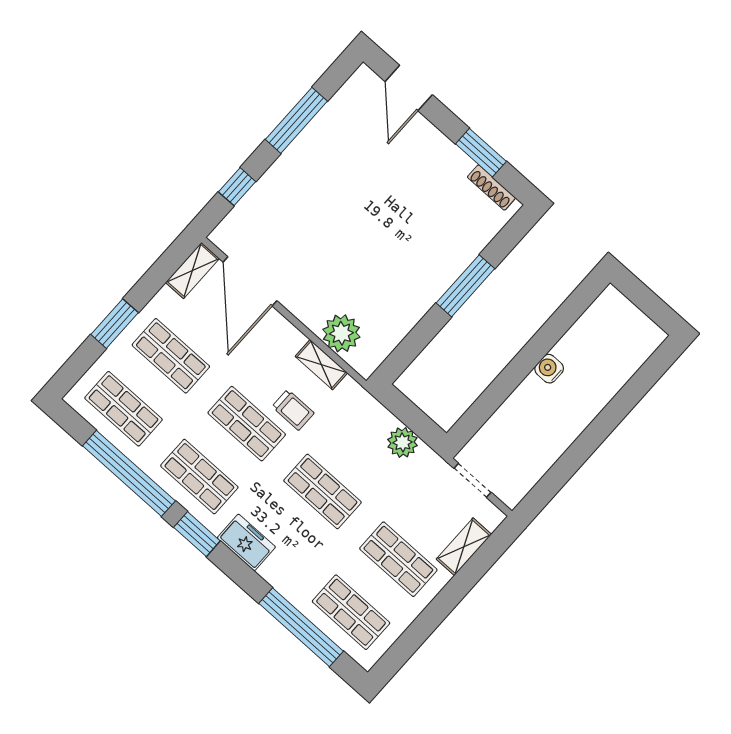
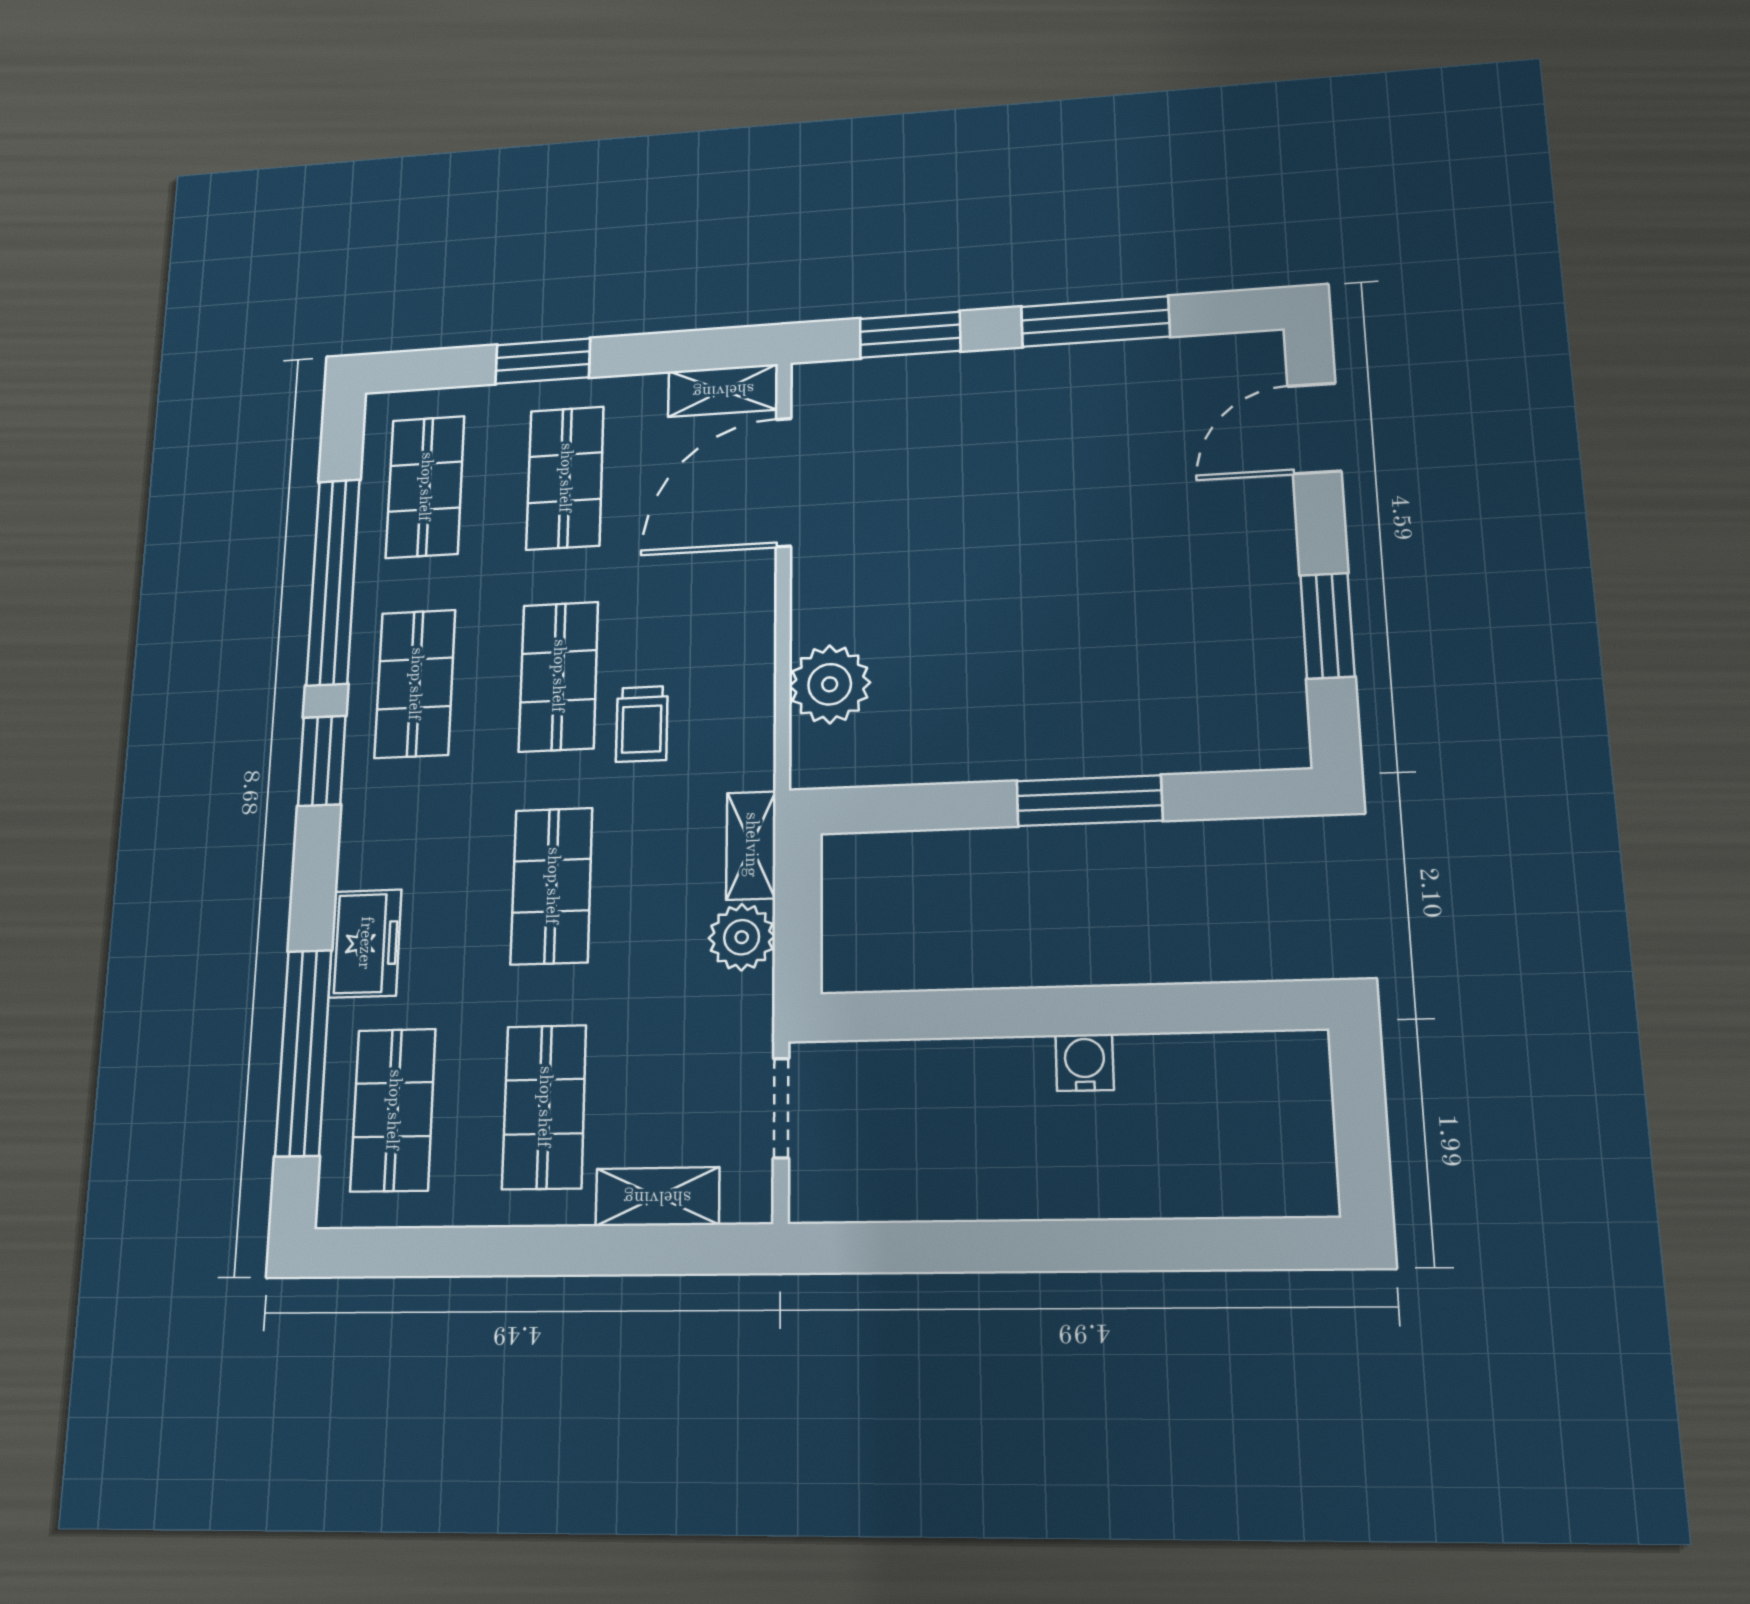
window: (237, 187) -> (910, 335), width x1.50
shoe rack: (491, 188) -> (1289, 693), removed
shelving: (321, 365) -> (751, 845), moved
freezer: (246, 542) -> (365, 943), moved

